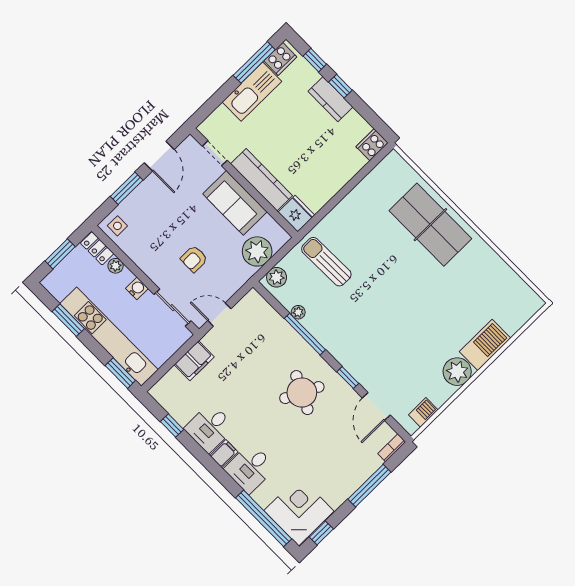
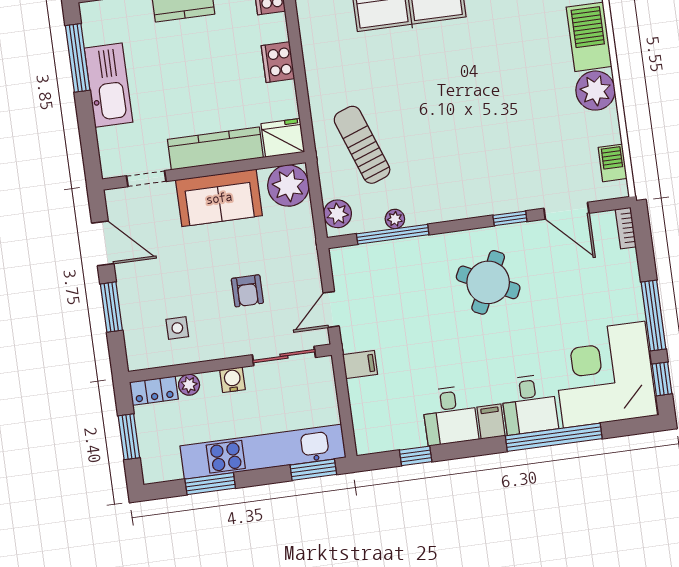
cooker: (280, 59) -> (278, 62), moved, turned 180
side table: (117, 226) -> (177, 328), moved
plant: (257, 251) -> (288, 186), moved
sun lounger: (326, 262) -> (362, 145), turned 71
window: (305, 334) -> (393, 234), moved
filing cabinet: (194, 361) -> (360, 365), width x0.50
window: (369, 486) -> (653, 316), moved
corner desk: (299, 511) -> (604, 375), width x1.36, depth x1.36
window: (264, 518) -> (554, 437), moved

